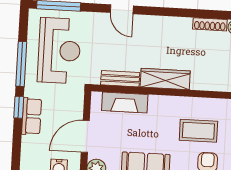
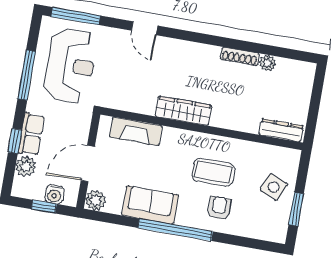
bench: (120, 79) -> (134, 104), removed
window: (19, 107) -> (15, 141), moved
plant: (30, 145) -> (26, 166), added

